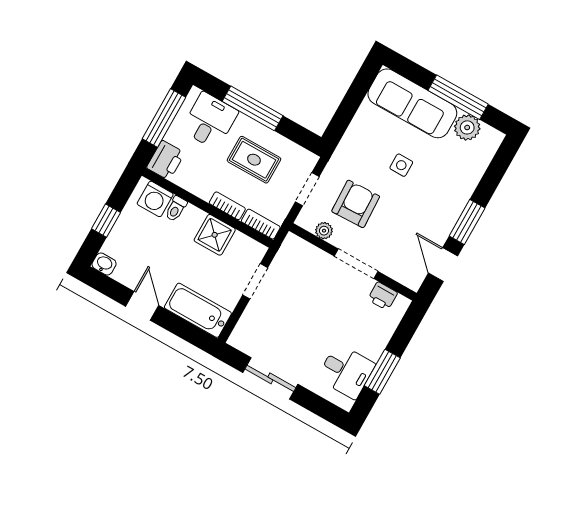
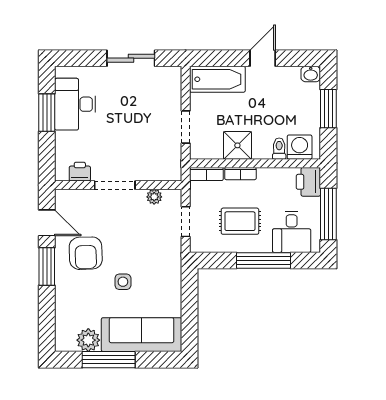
armchair: (356, 204) -> (86, 253), moved
window: (106, 221) -> (328, 109), width x1.50
door: (142, 306) -> (263, 58), swing flipped
desk: (346, 371) -> (75, 104), width x1.37

